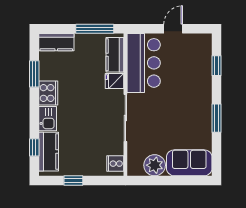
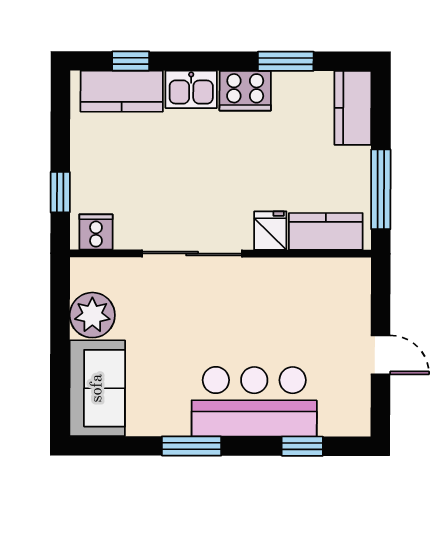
bar counter: (144, 63) -> (254, 402), moved, turned 180
window: (73, 181) -> (60, 192), moved

